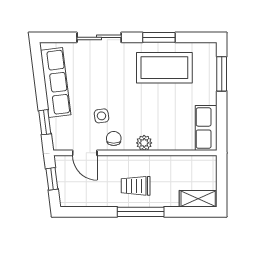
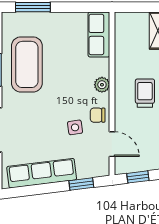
row of seats: (206, 128) -> (99, 34), moved, turned 90
door: (85, 153) -> (112, 144), hinge flipped
trolley: (136, 186) -> (145, 93), turned 180

